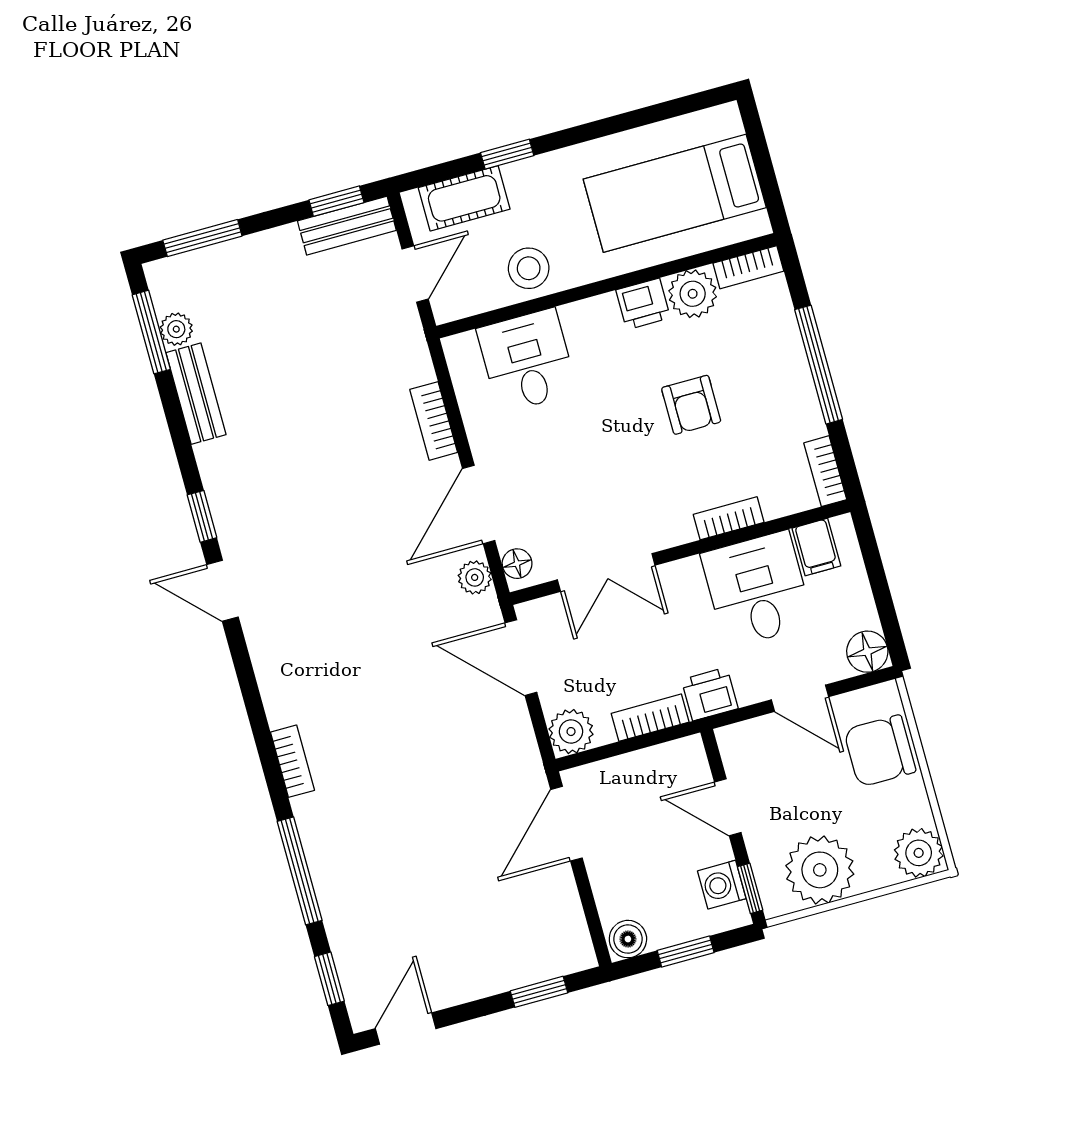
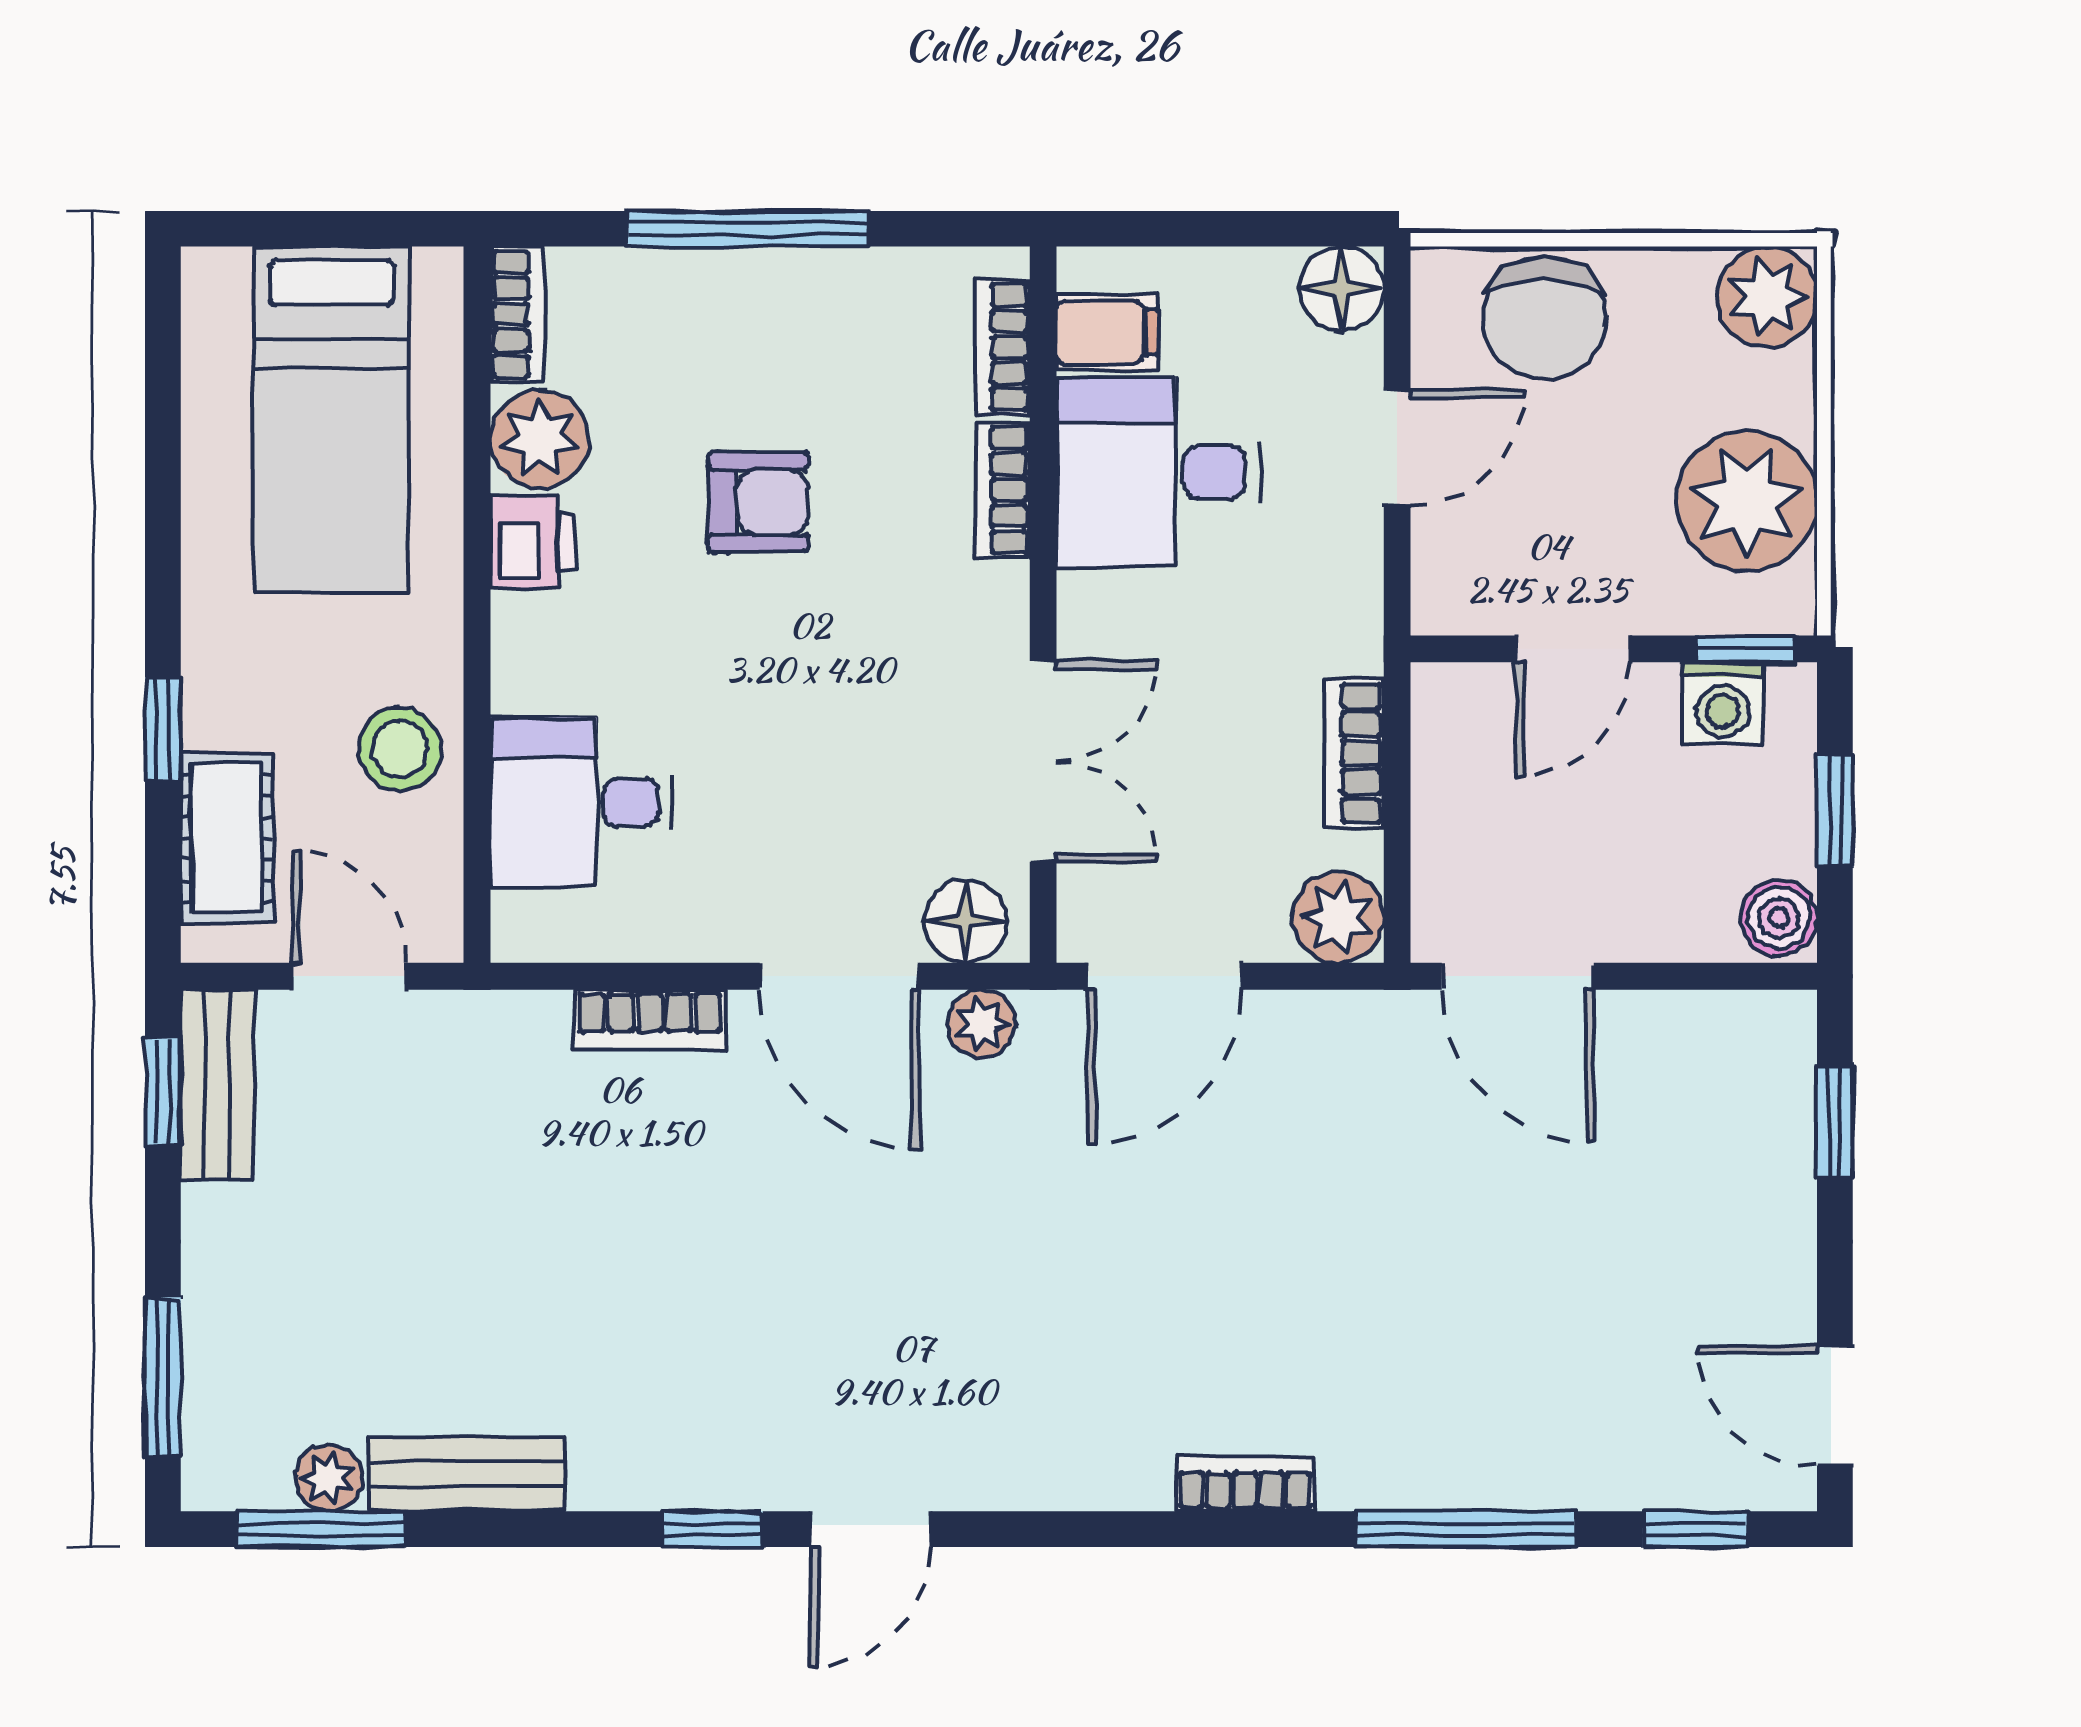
bookcase: (825, 471) -> (1003, 347), moved, turned 90
floor lamp: (517, 564) -> (966, 921), width x1.37, depth x1.37
printer: (710, 694) -> (1340, 623), removed

